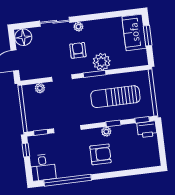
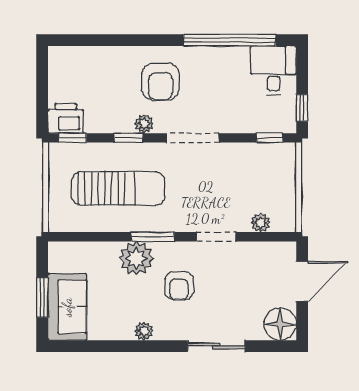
plant: (78, 27) -> (144, 331), moved
doorway: (67, 129) -> (193, 138), moved
armchair: (100, 154) -> (160, 82), turned -90

